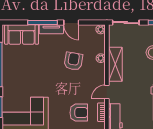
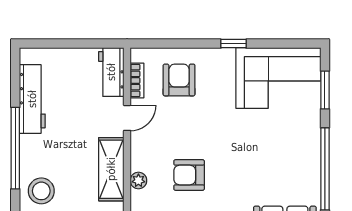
armchair: (73, 61) -> (189, 175), turned 81
armchair: (79, 113) -> (179, 80), turned 90

